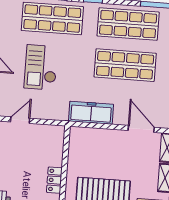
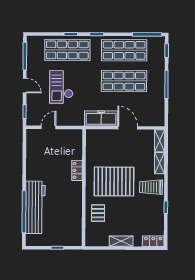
door: (141, 129) -> (128, 128), moved

